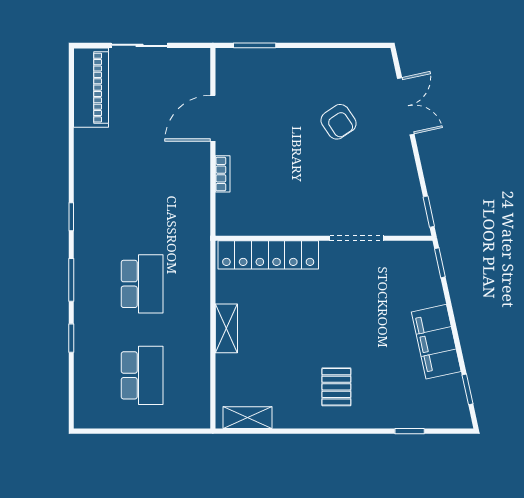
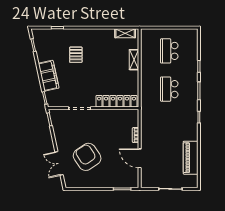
piano: (91, 88) -> (191, 158), moved
door: (213, 118) -> (140, 158), swing flipped
armchair: (339, 122) -> (87, 157), width x1.88, depth x1.88
shelving: (226, 328) -> (134, 60), moved
filing cabinet: (436, 342) -> (49, 76), moved
pallet: (336, 387) -> (76, 55), moved

